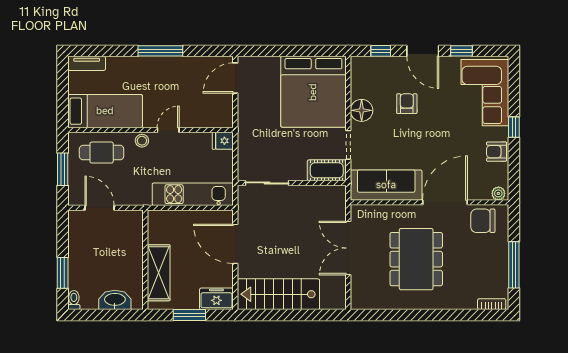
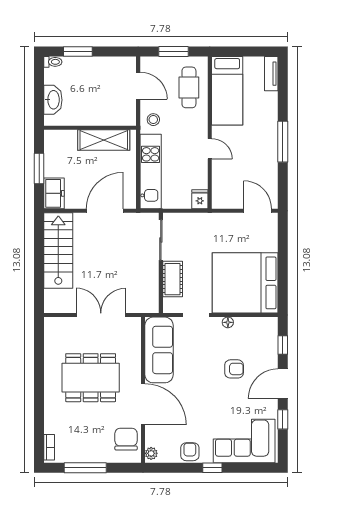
floor lamp: (362, 110) -> (228, 322), width x0.53, depth x0.53
stool: (142, 141) -> (153, 120), moved
cot: (327, 170) -> (173, 279), moved
door: (100, 208) -> (138, 86), hinge flipped
shelving: (159, 273) -> (104, 140), moved

